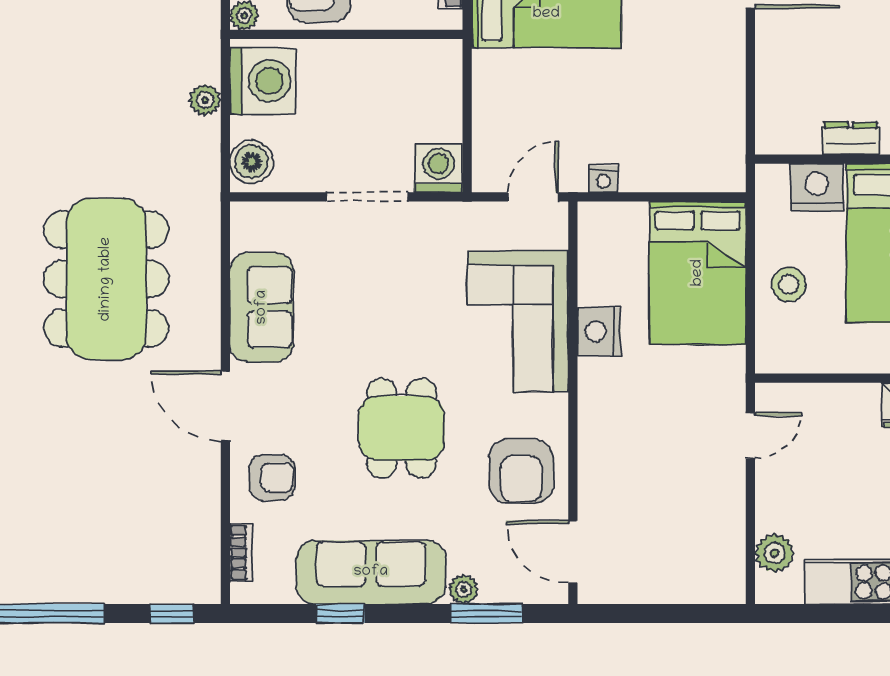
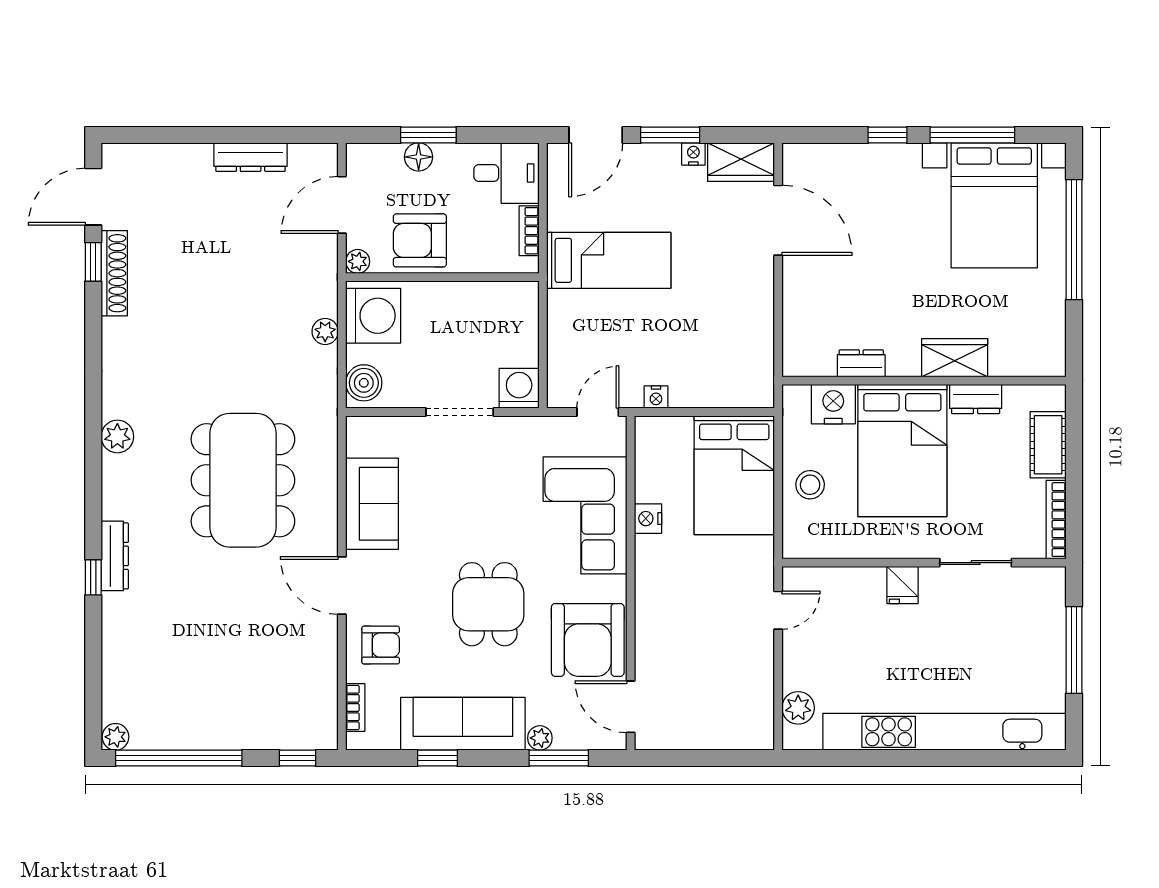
nightstand: (599, 332) -> (648, 519), width x0.74, depth x0.75
armchair: (521, 471) -> (588, 640), width x1.36, depth x1.36

